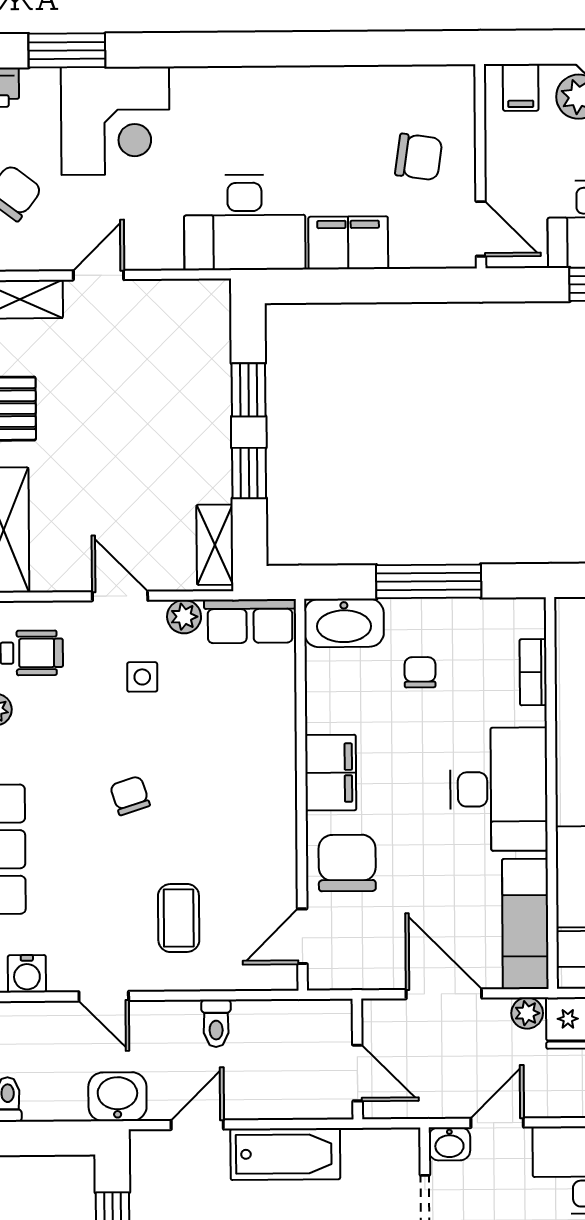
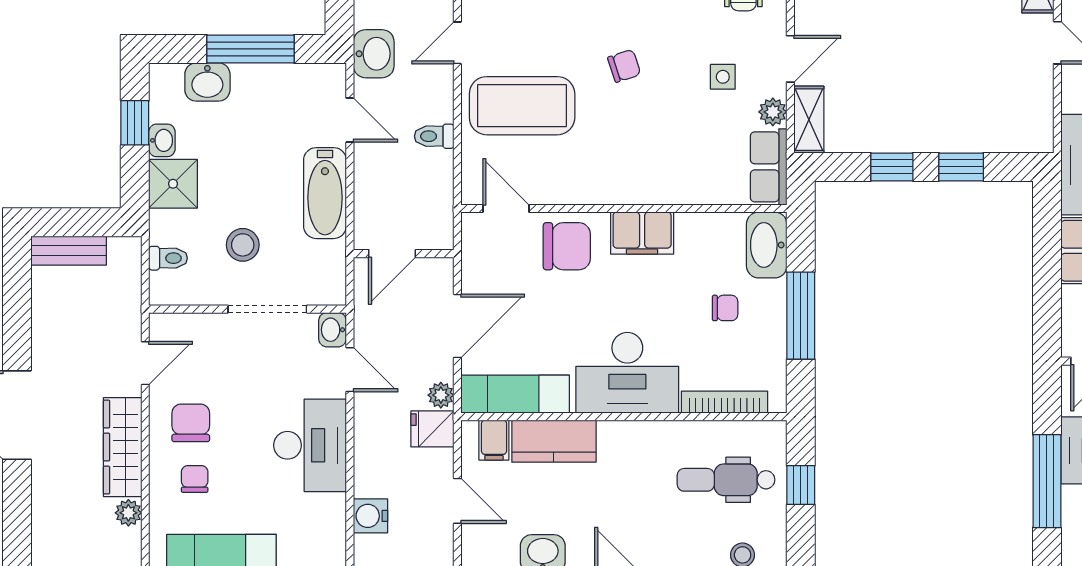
shelving: (215, 545) -> (809, 120), moved, turned 90
bookcase: (533, 672) -> (725, 402), width x1.56
coffee table: (179, 918) -> (522, 106), width x1.86, depth x1.72

